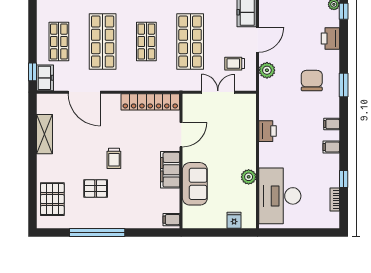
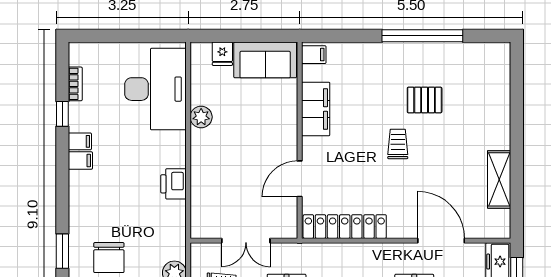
filing cabinet: (332, 124) -> (80, 141), moved
filing cabinet: (170, 170) -> (316, 109), moved
sofa: (195, 184) -> (265, 60), moved, turned -90
pallet: (52, 199) -> (488, 85), removed

